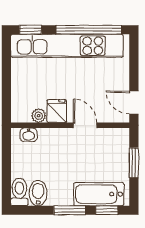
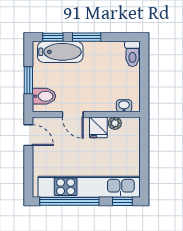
bidet: (38, 193) -> (44, 96), moved, turned -90

